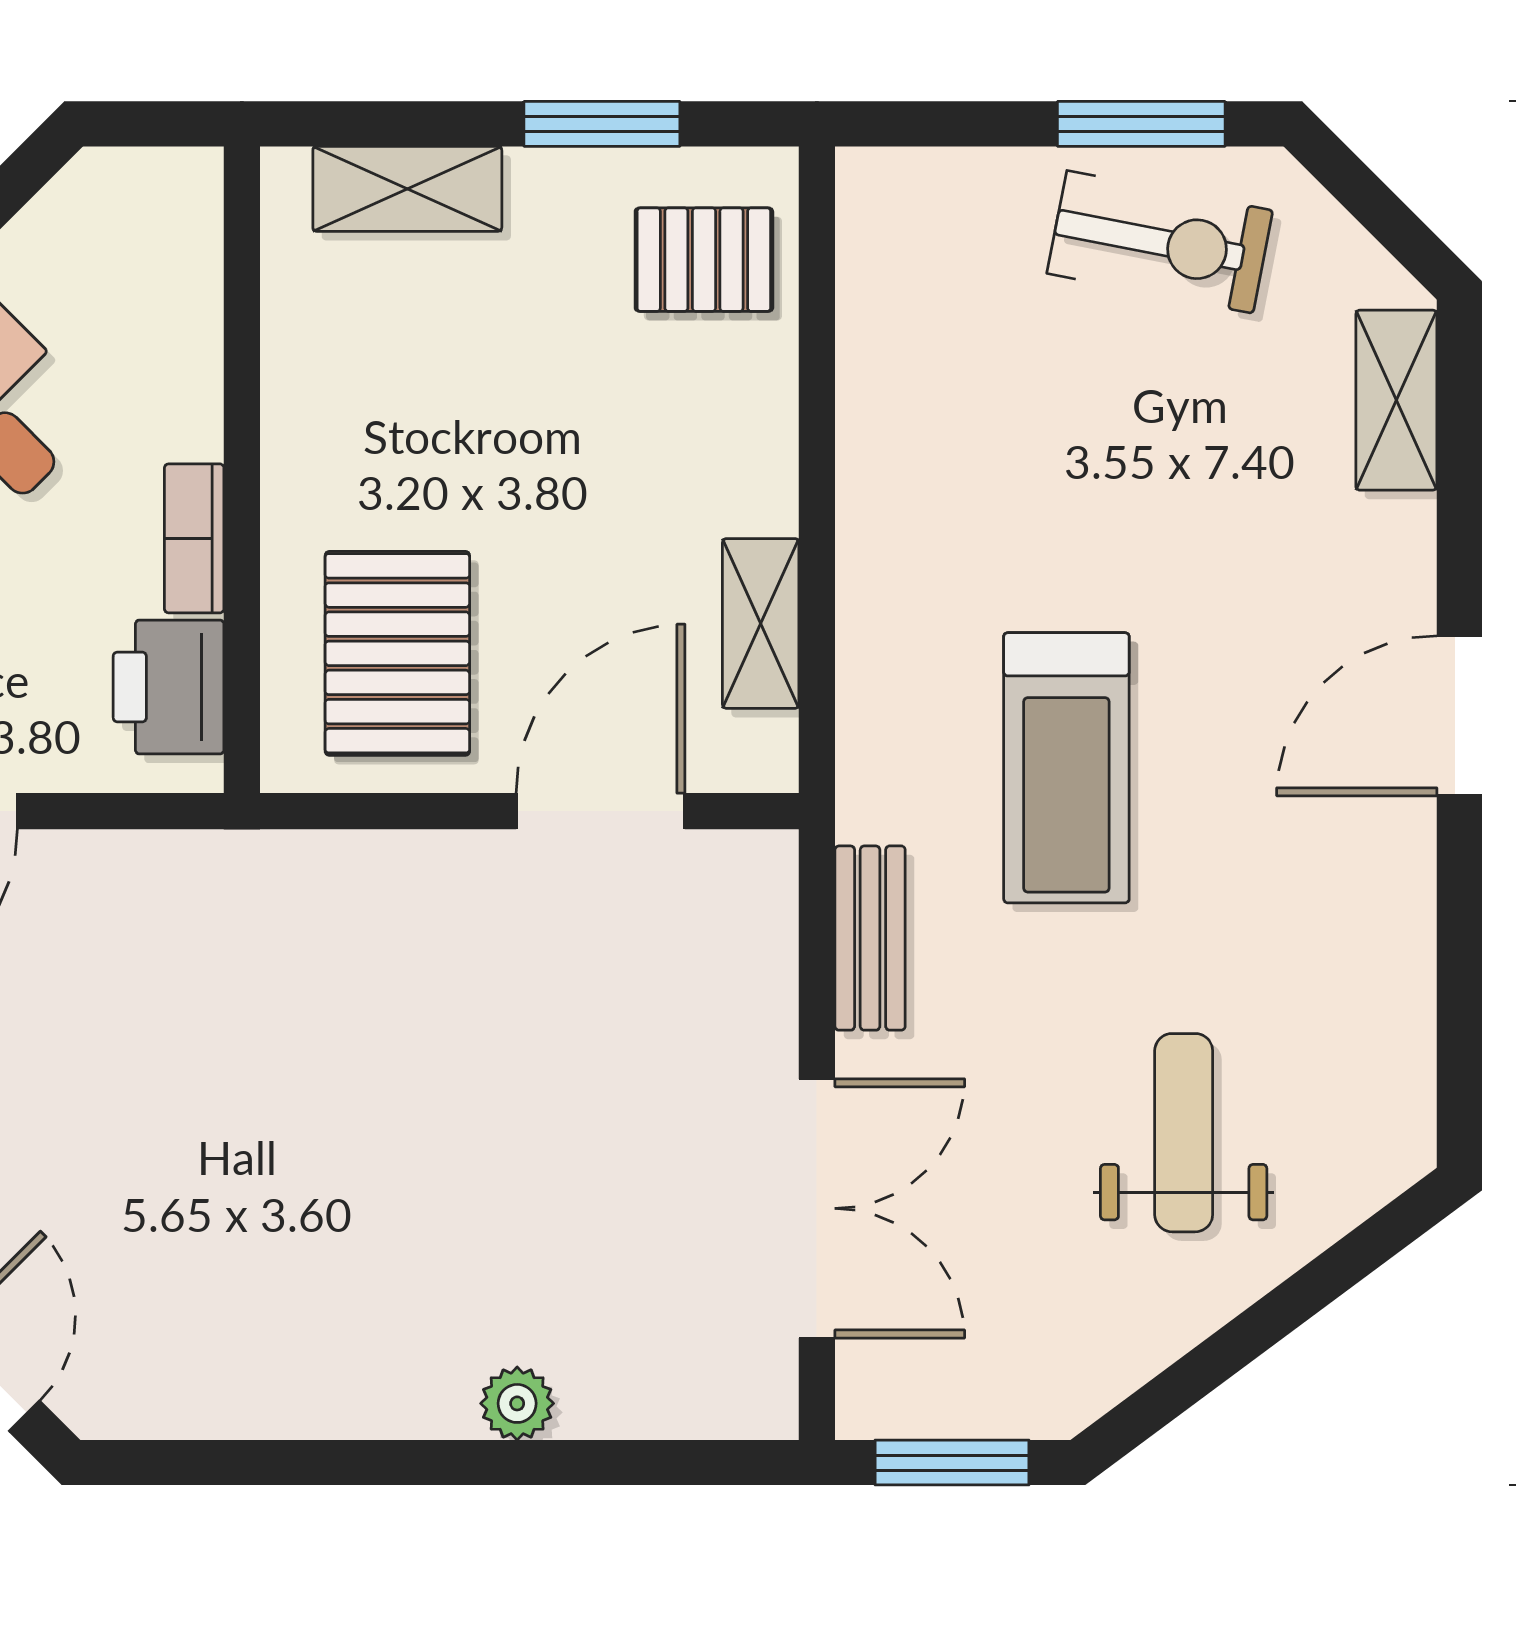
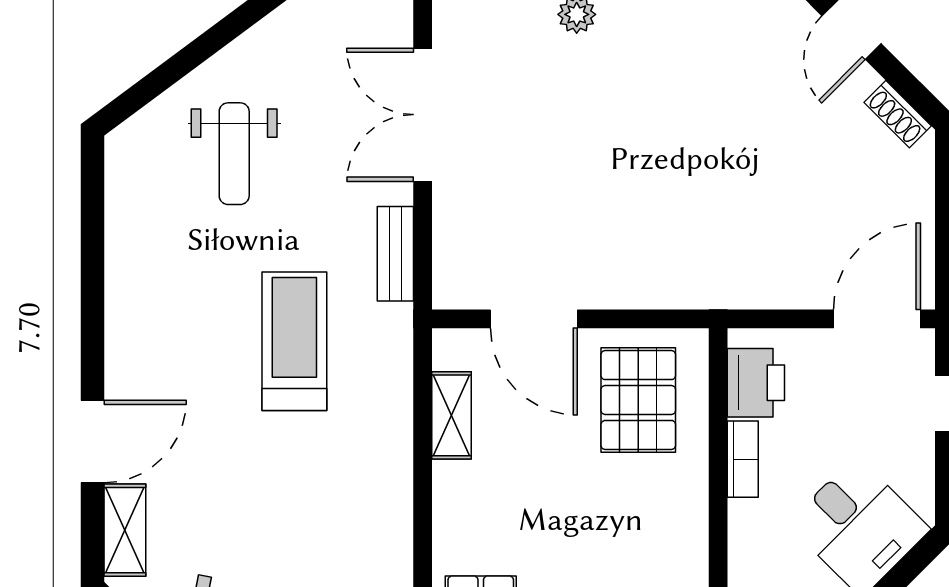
door: (1459, 716) -> (93, 441), moved
door: (601, 811) -> (534, 319), hinge flipped

